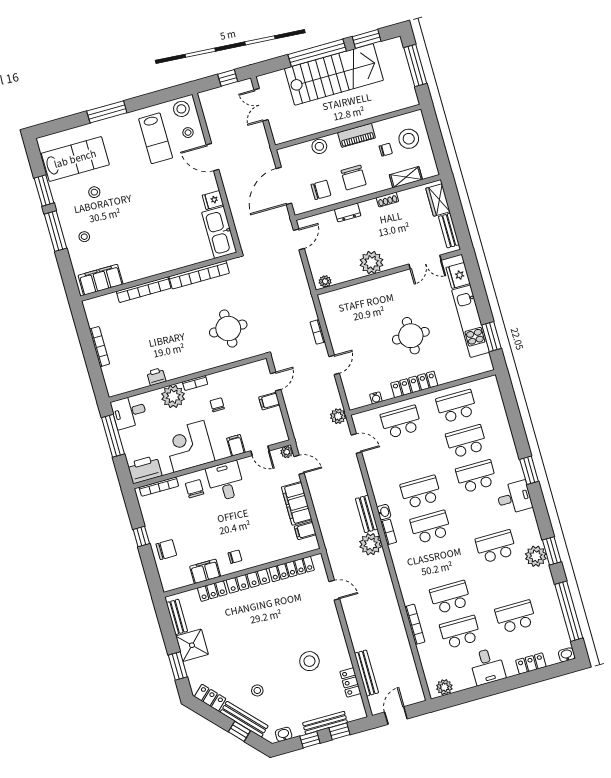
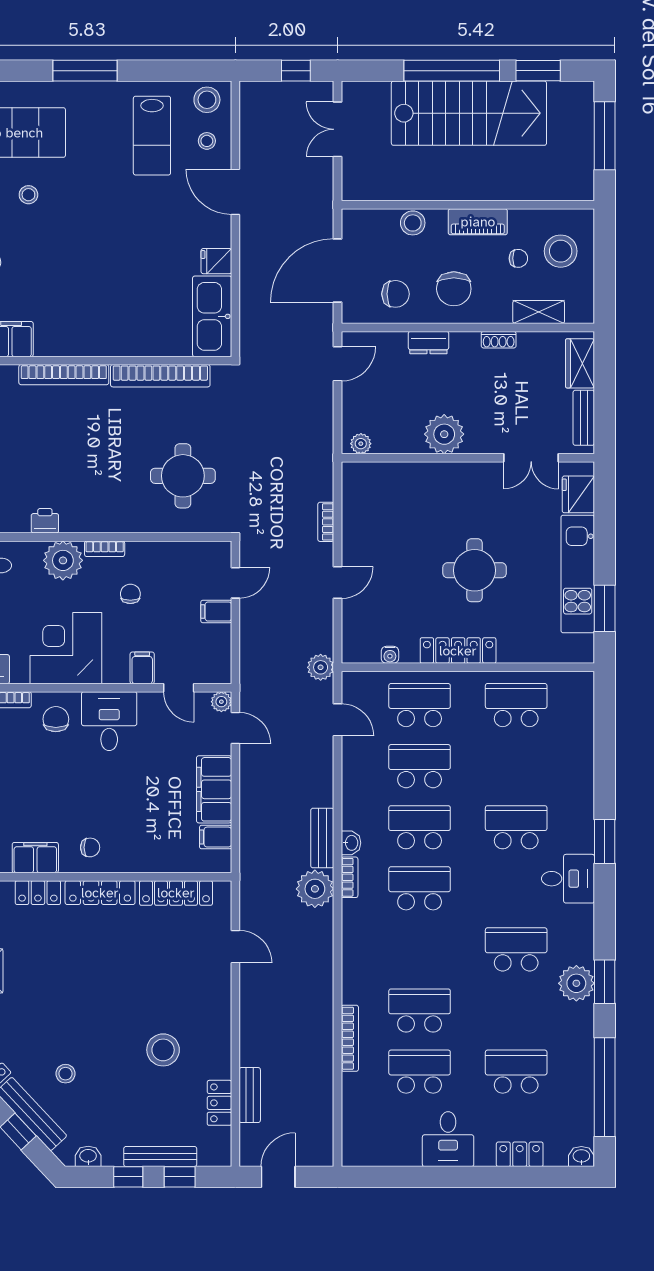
school desk: (466, 441) -> (420, 766), moved
bench: (366, 673) -> (250, 1095), width x0.73
plant: (444, 687) -> (369, 1153), removed

